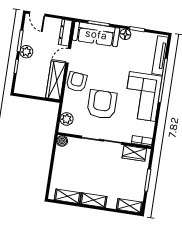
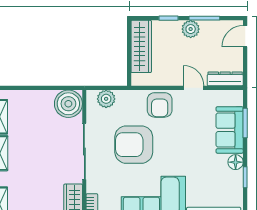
sofa: (96, 34) -> (230, 130), width x0.73
wardrobe: (56, 80) -> (141, 46), moved, turned 90
armchair: (77, 82) -> (160, 105), turned 84
armchair: (102, 104) -> (134, 145), turned 180
boiler: (62, 141) -> (68, 104), width x1.86, depth x1.86

